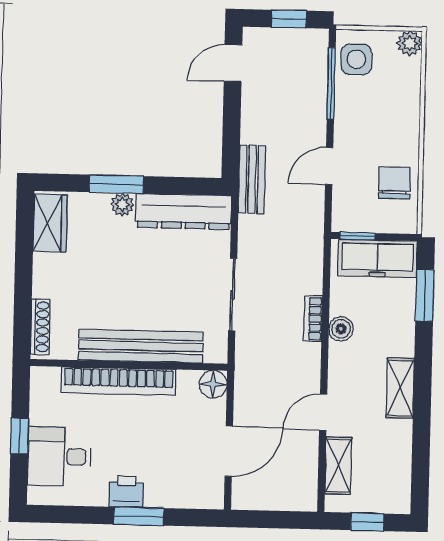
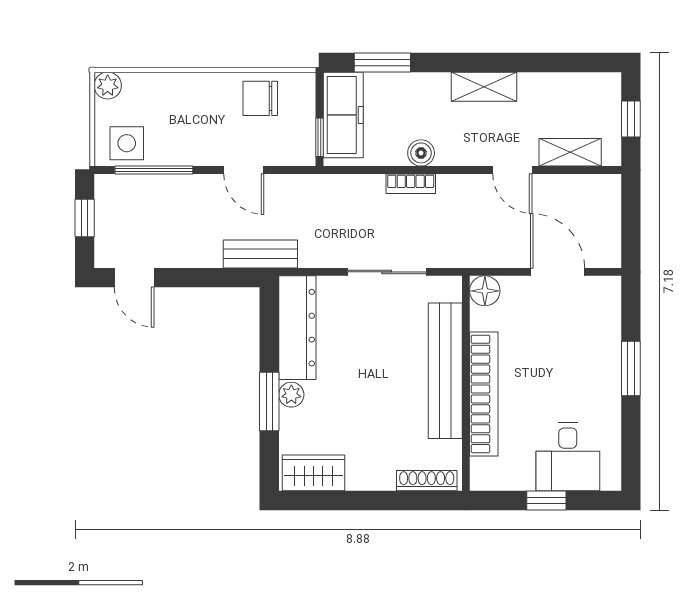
printer: (126, 492) -> (604, 382), removed

